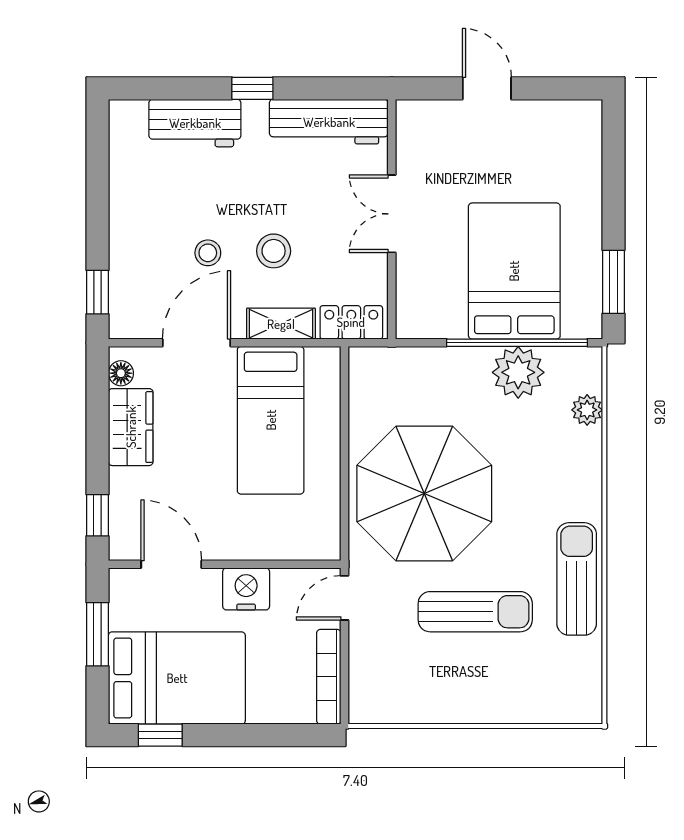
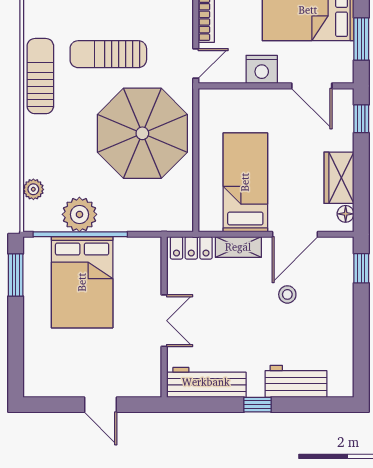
stool: (274, 251) -> (243, 296), removed
sun lounger: (577, 579) -> (40, 76), turned 180

